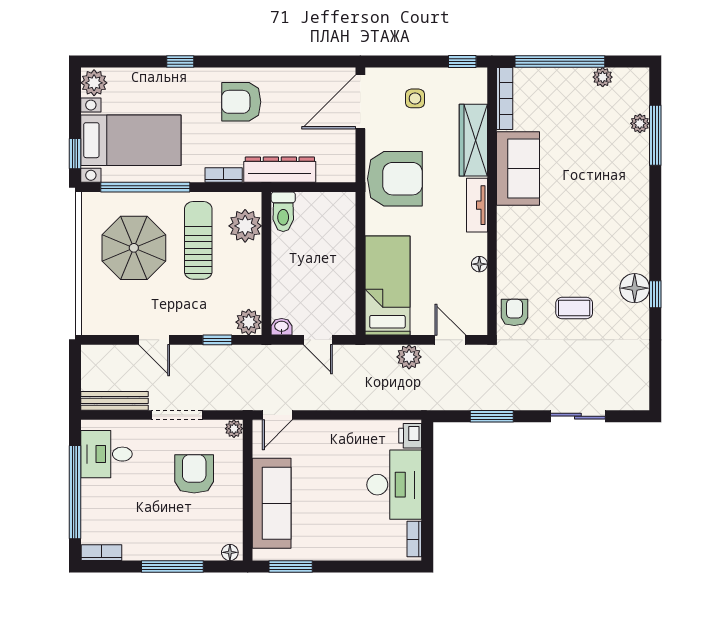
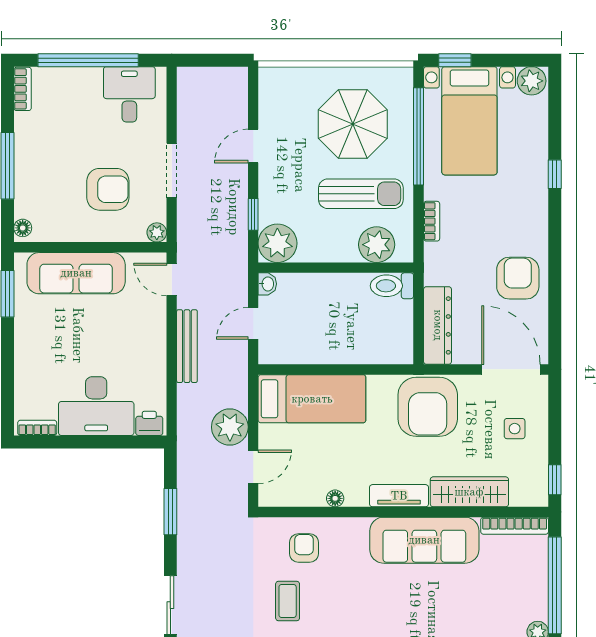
armchair: (241, 102) -> (518, 278), moved
sofa: (518, 168) -> (424, 540), width x1.36
dresser: (280, 170) -> (438, 325), moved
armchair: (514, 312) -> (304, 548), moved, turned -90
plant: (249, 322) -> (277, 243), width x1.36, depth x1.36
plant: (409, 357) -> (230, 427), width x1.36, depth x1.36
bench: (115, 401) -> (187, 346), moved

